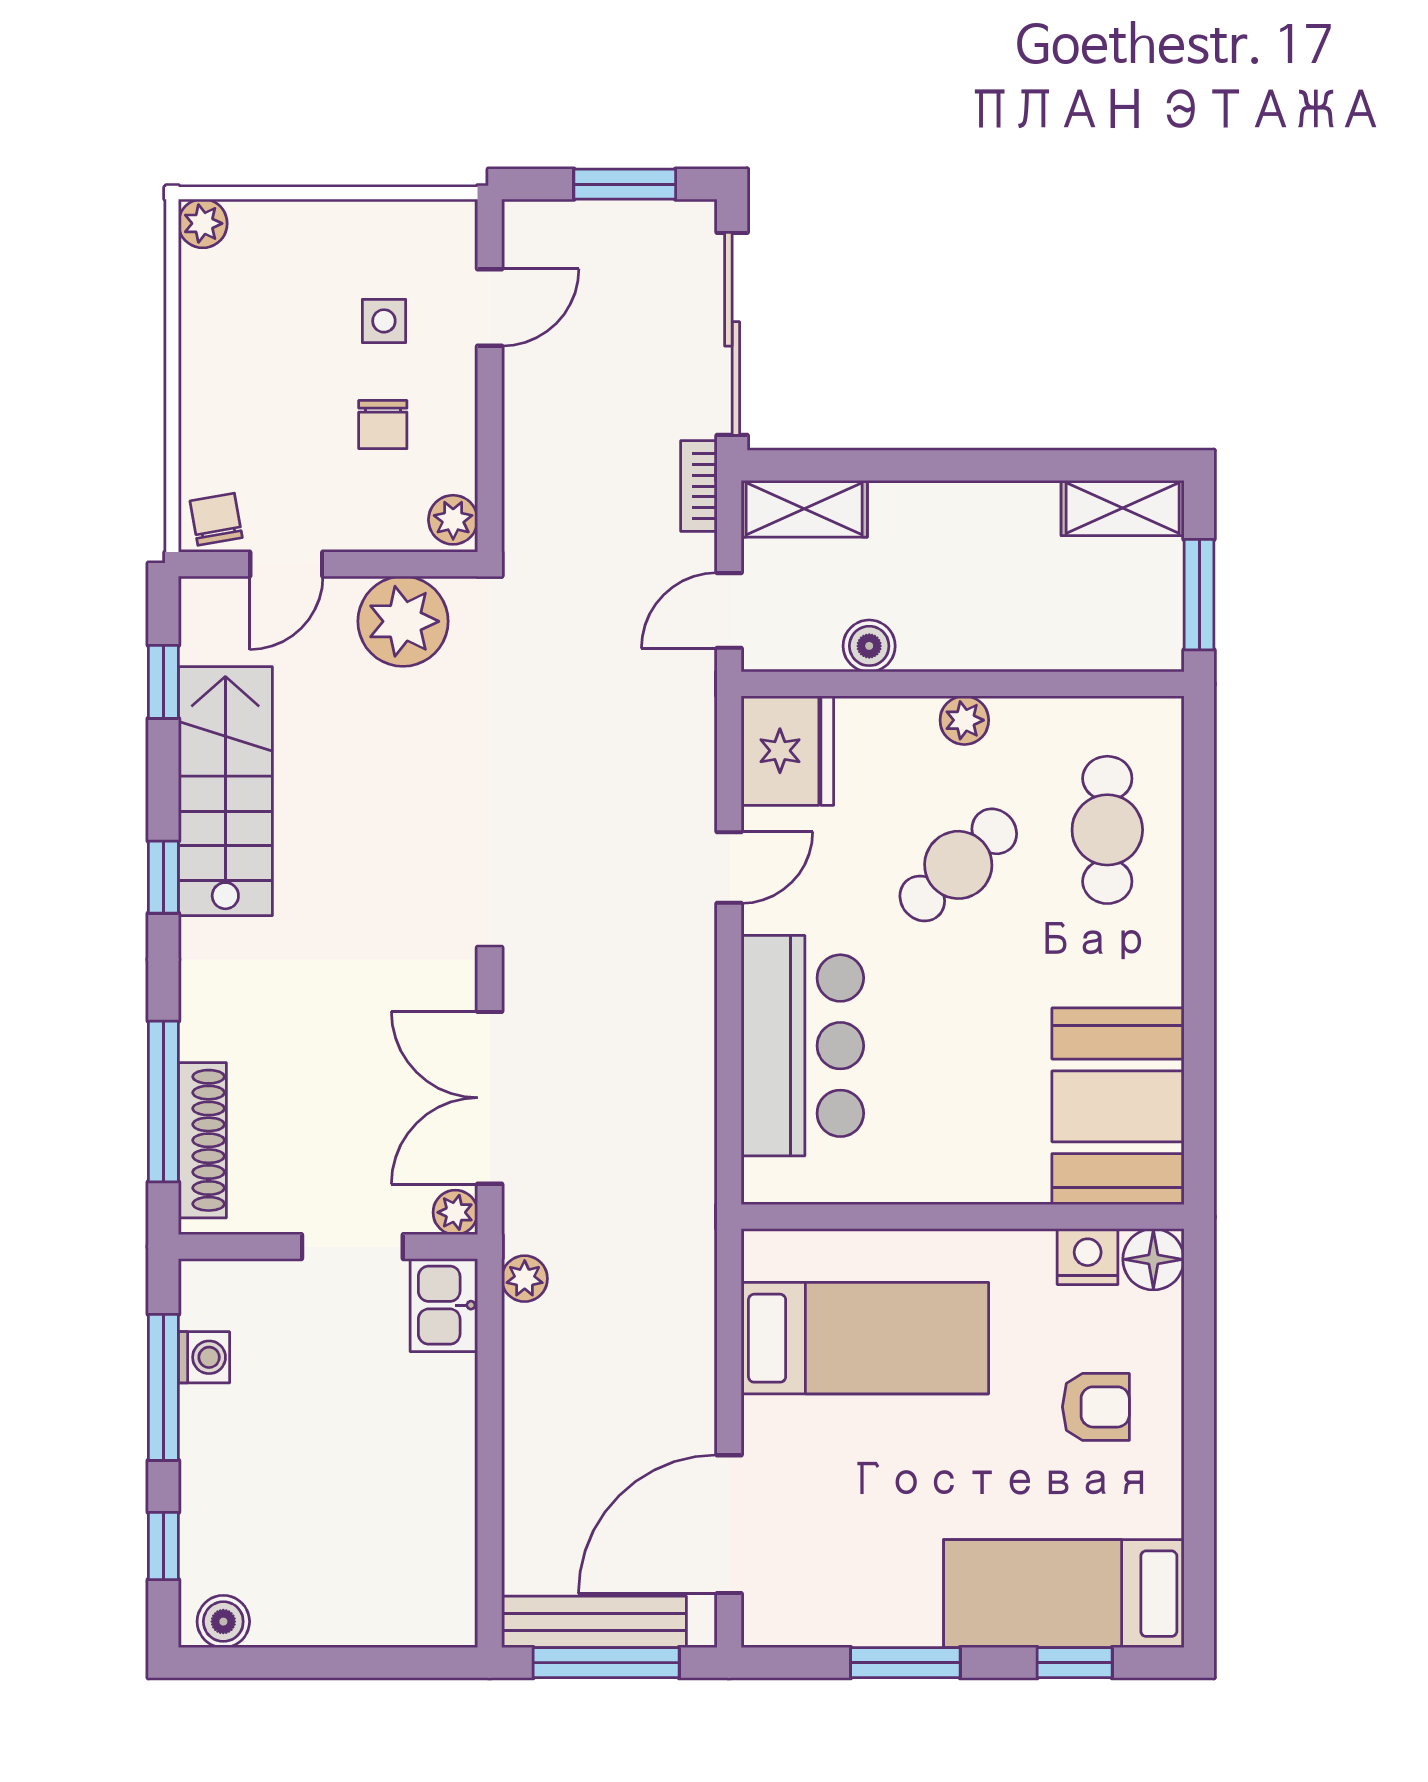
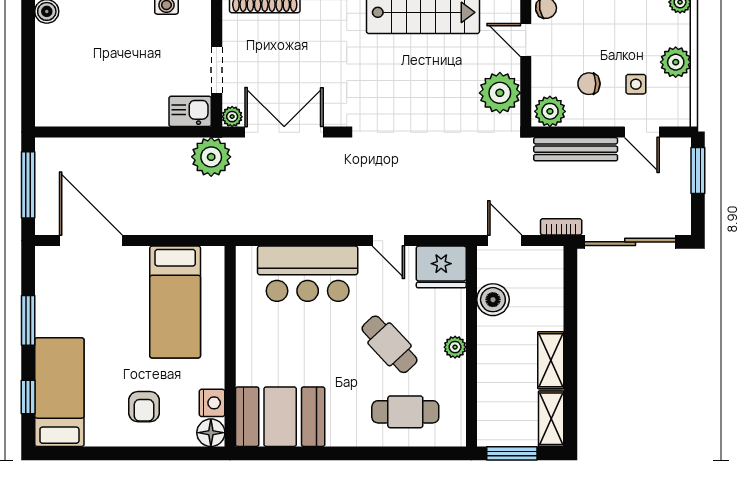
window: (625, 184) -> (698, 171), moved
plant: (335, 233) -> (676, 62), added
shelving: (804, 509) -> (551, 360), moved
plant: (453, 520) -> (550, 111), width x1.38, depth x1.38
boiler: (869, 646) -> (493, 300), width x1.36, depth x1.36
plant: (525, 1279) -> (211, 157), width x1.88, depth x1.88
bench: (594, 1622) -> (576, 149), moved, turned 90

